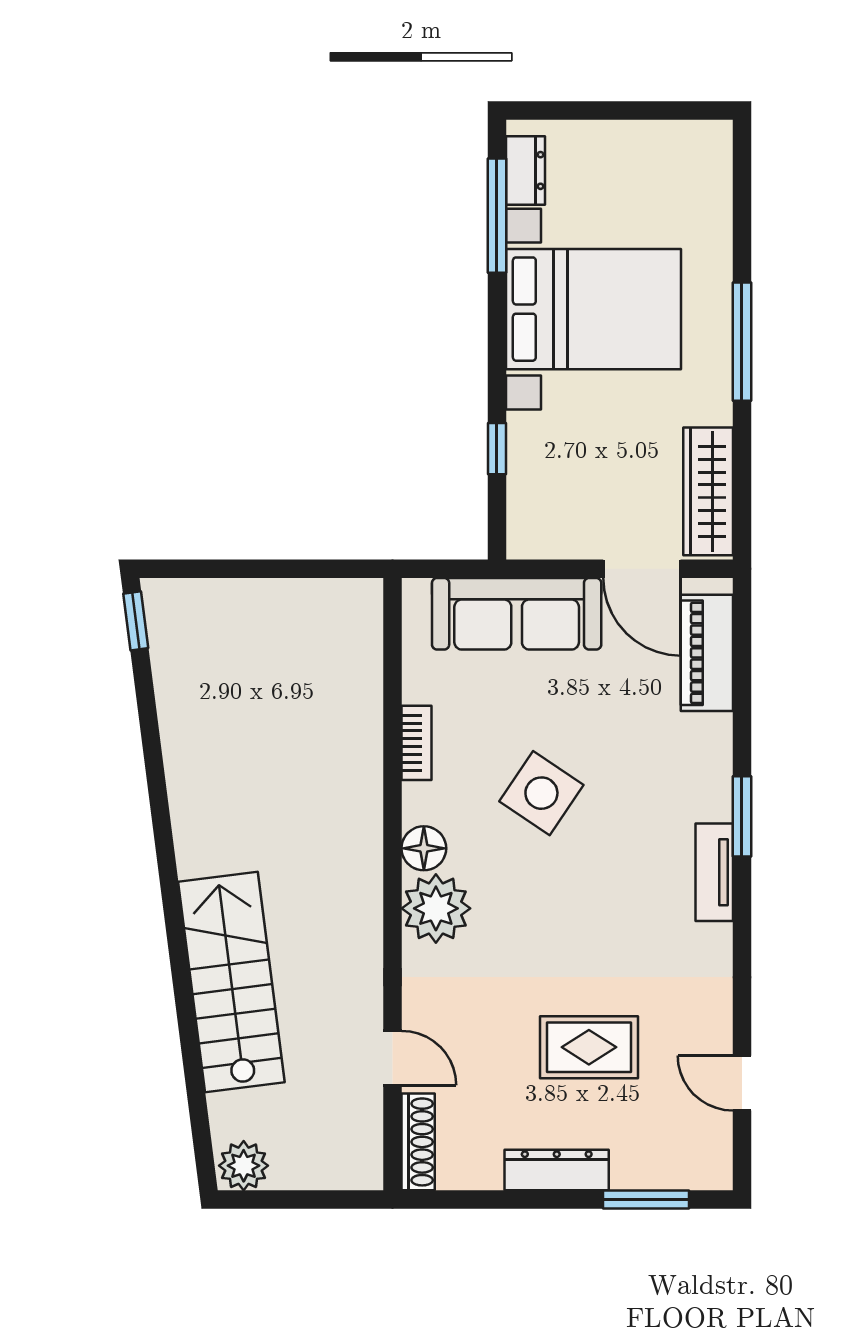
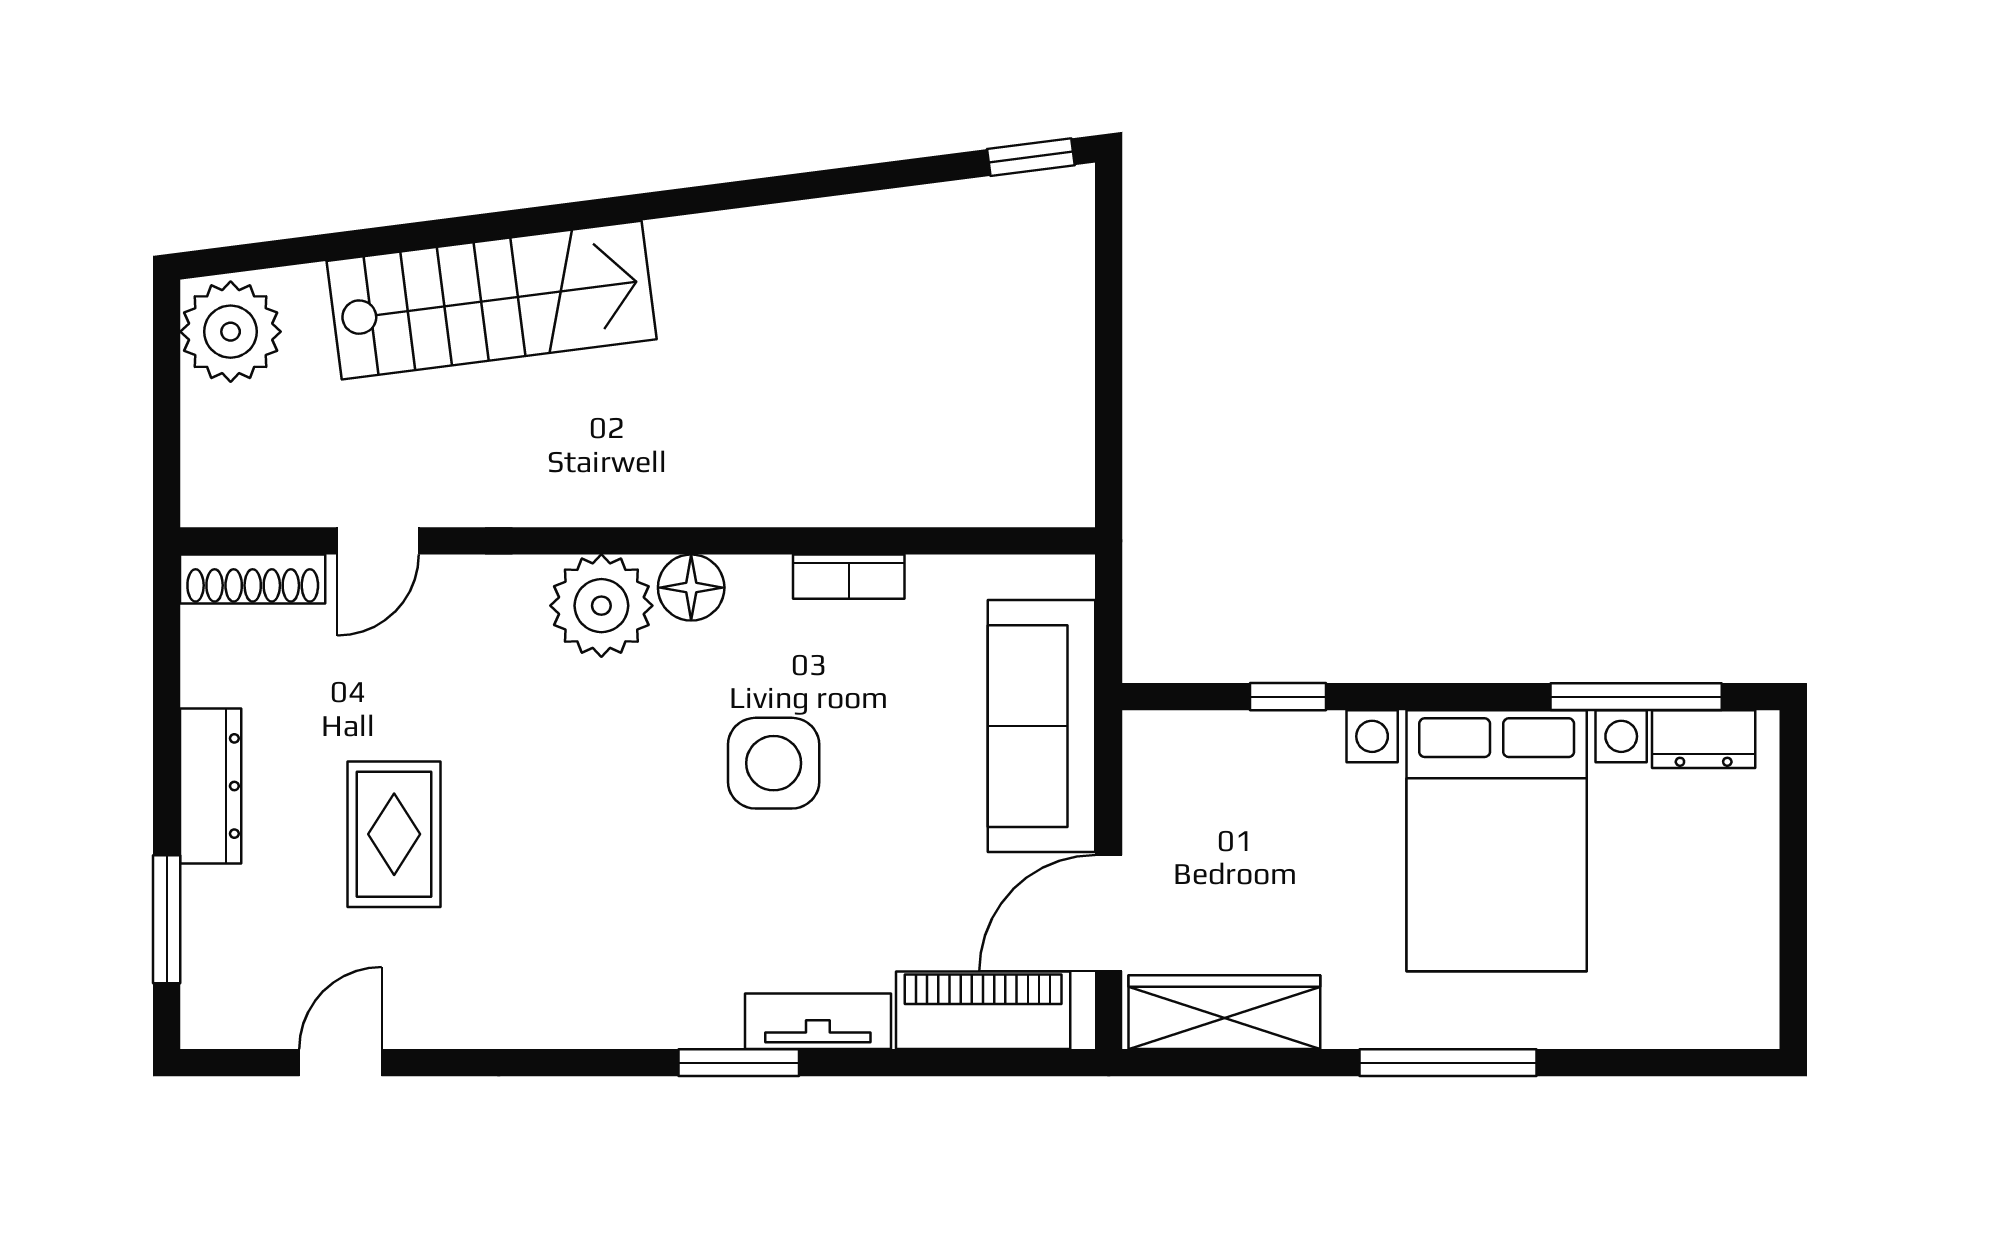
side table: (541, 793) -> (774, 763), turned -34
tv unit: (714, 872) -> (818, 1021), moved
plant: (244, 1166) -> (231, 332), width x1.36, depth x1.36

